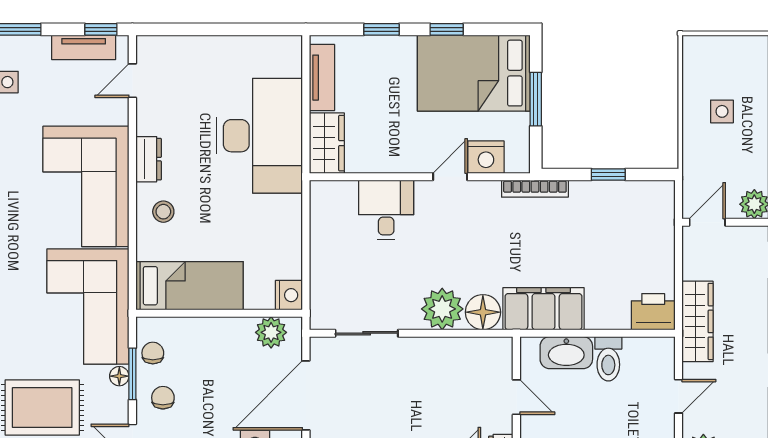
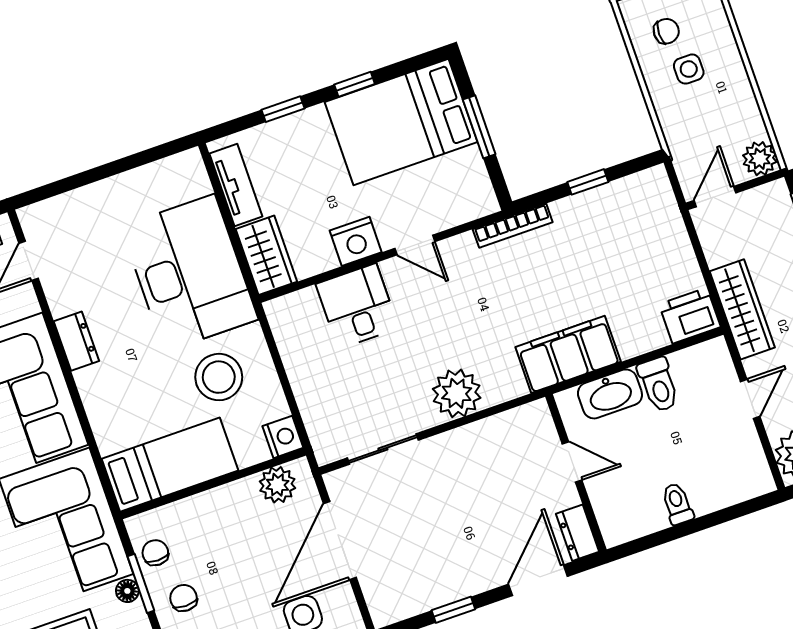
chair: (714, 74) -> (666, 31), added
nightstand: (486, 157) -> (356, 241), moved
door: (450, 177) -> (415, 245), swing flipped
stool: (163, 212) -> (219, 377), moved, width x1.89, depth x1.89
floor lamp: (483, 312) -> (503, 381), removed

